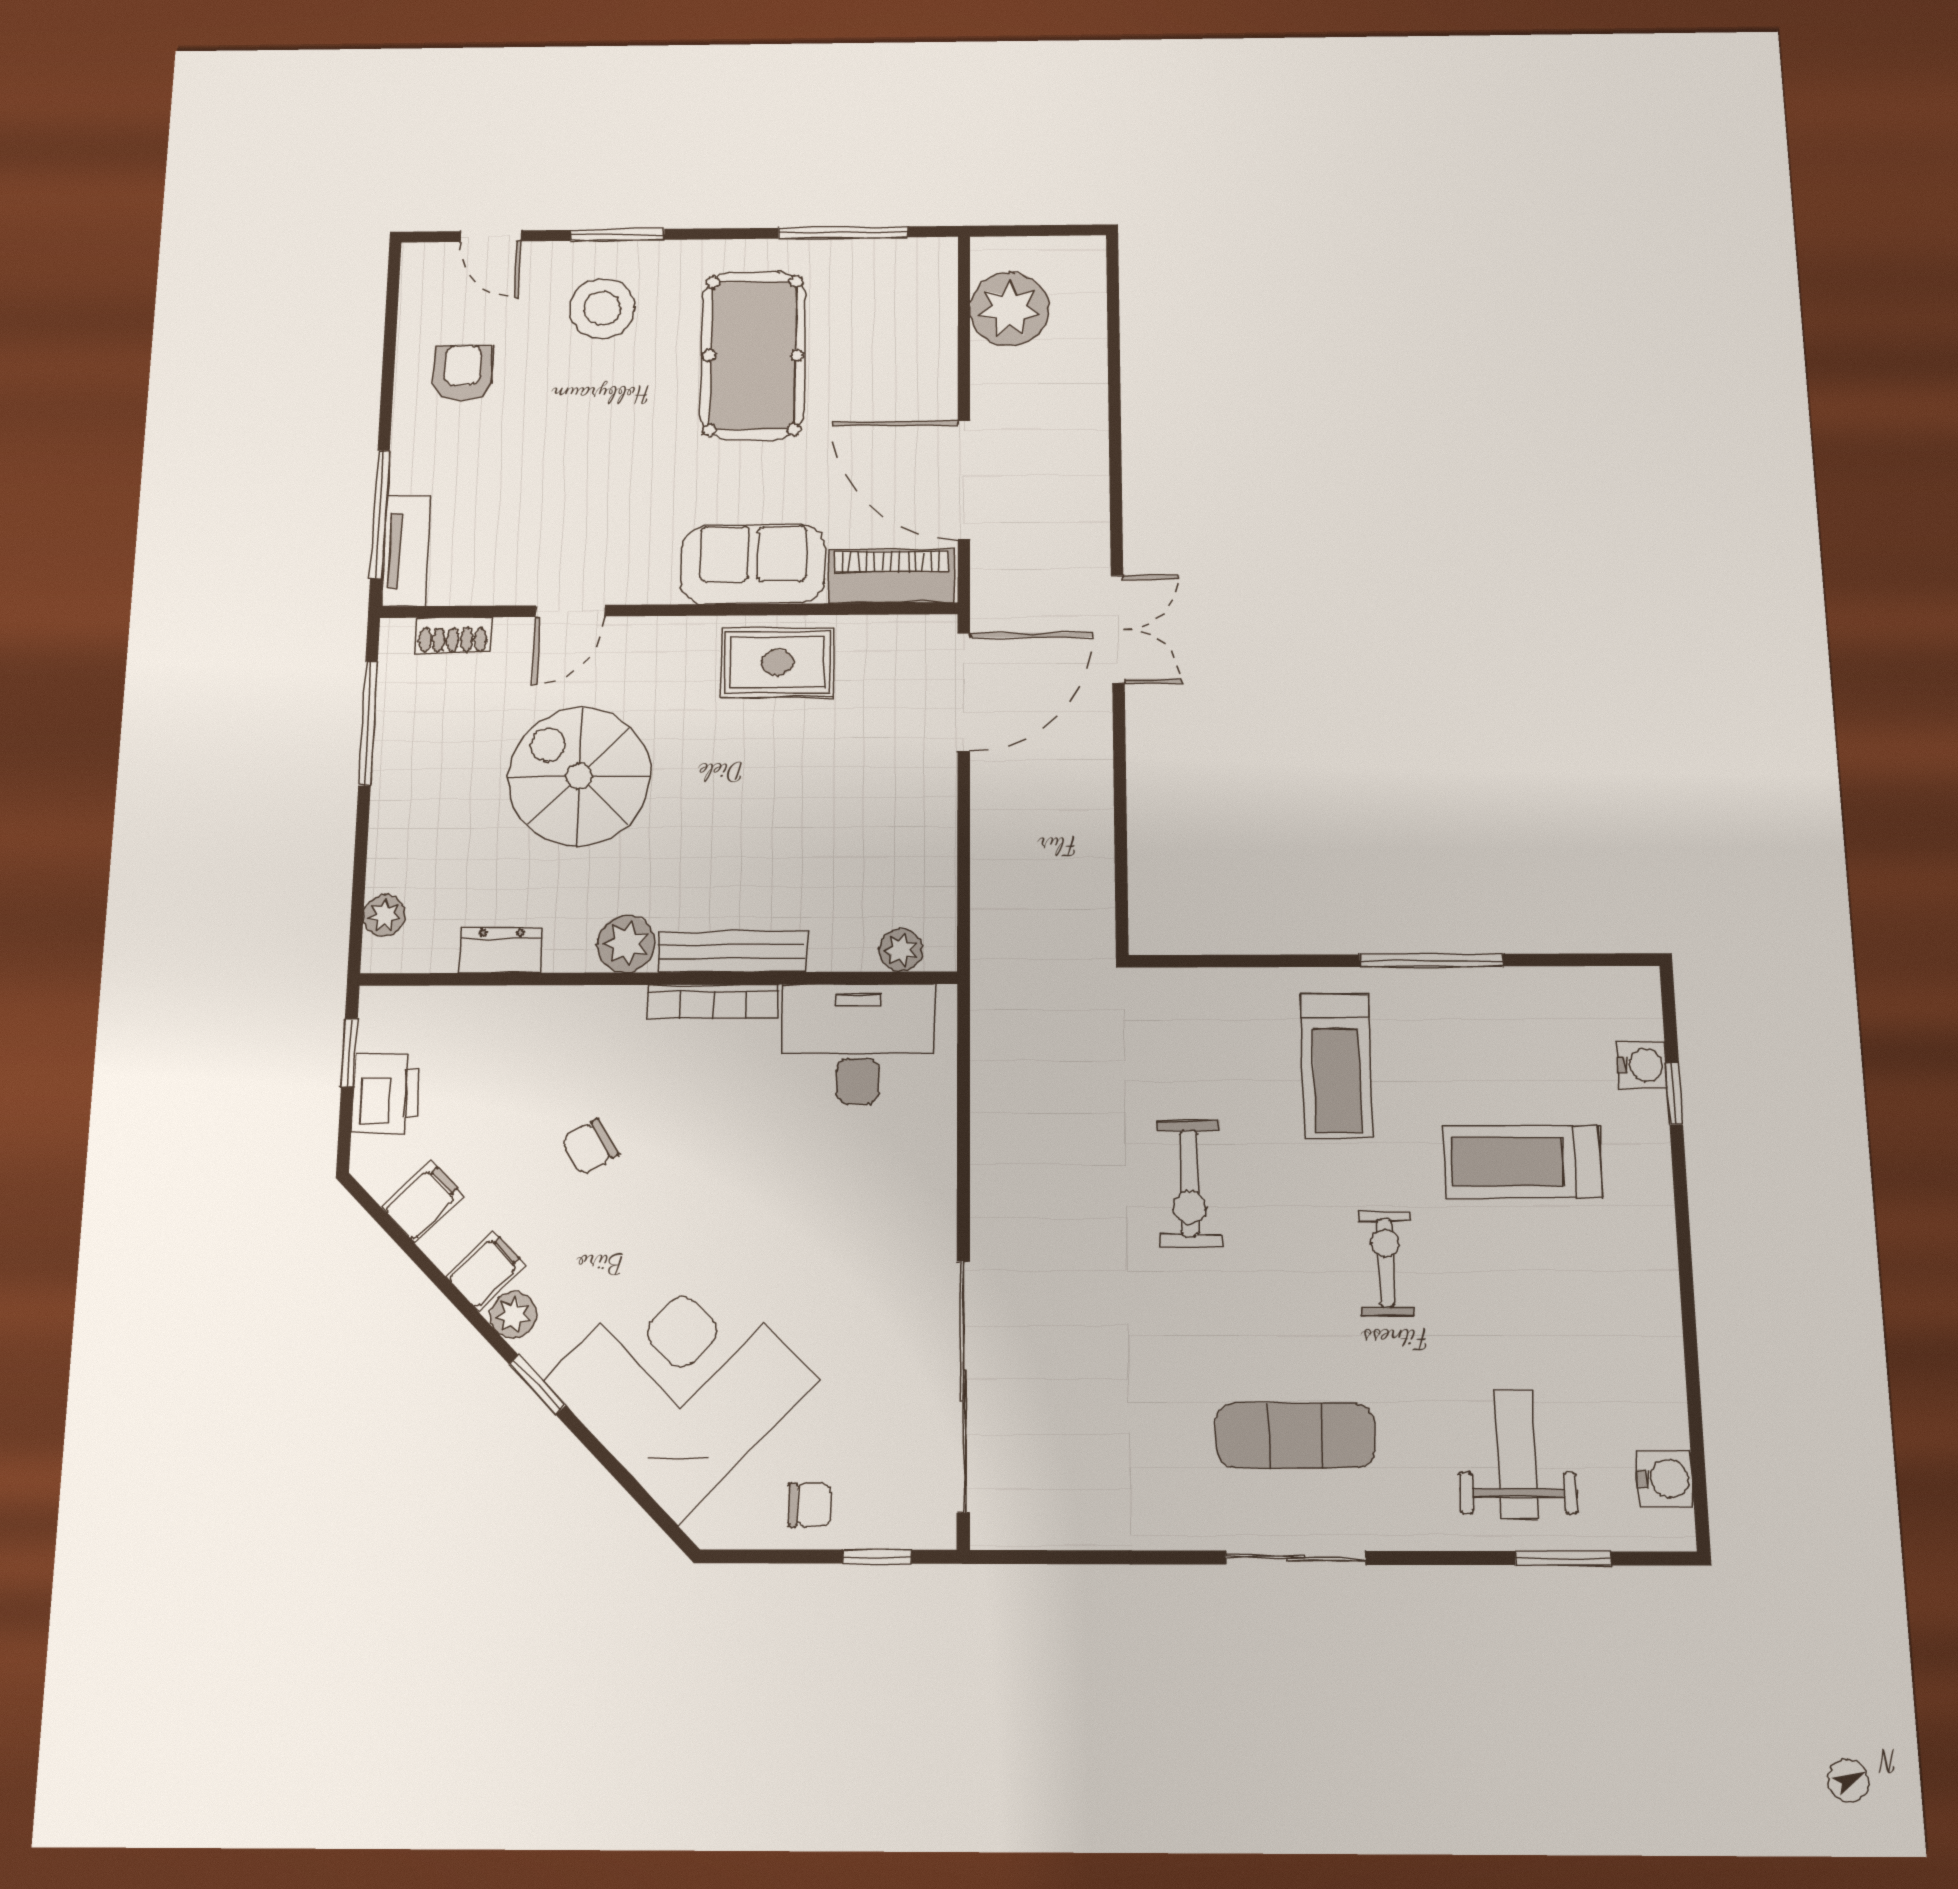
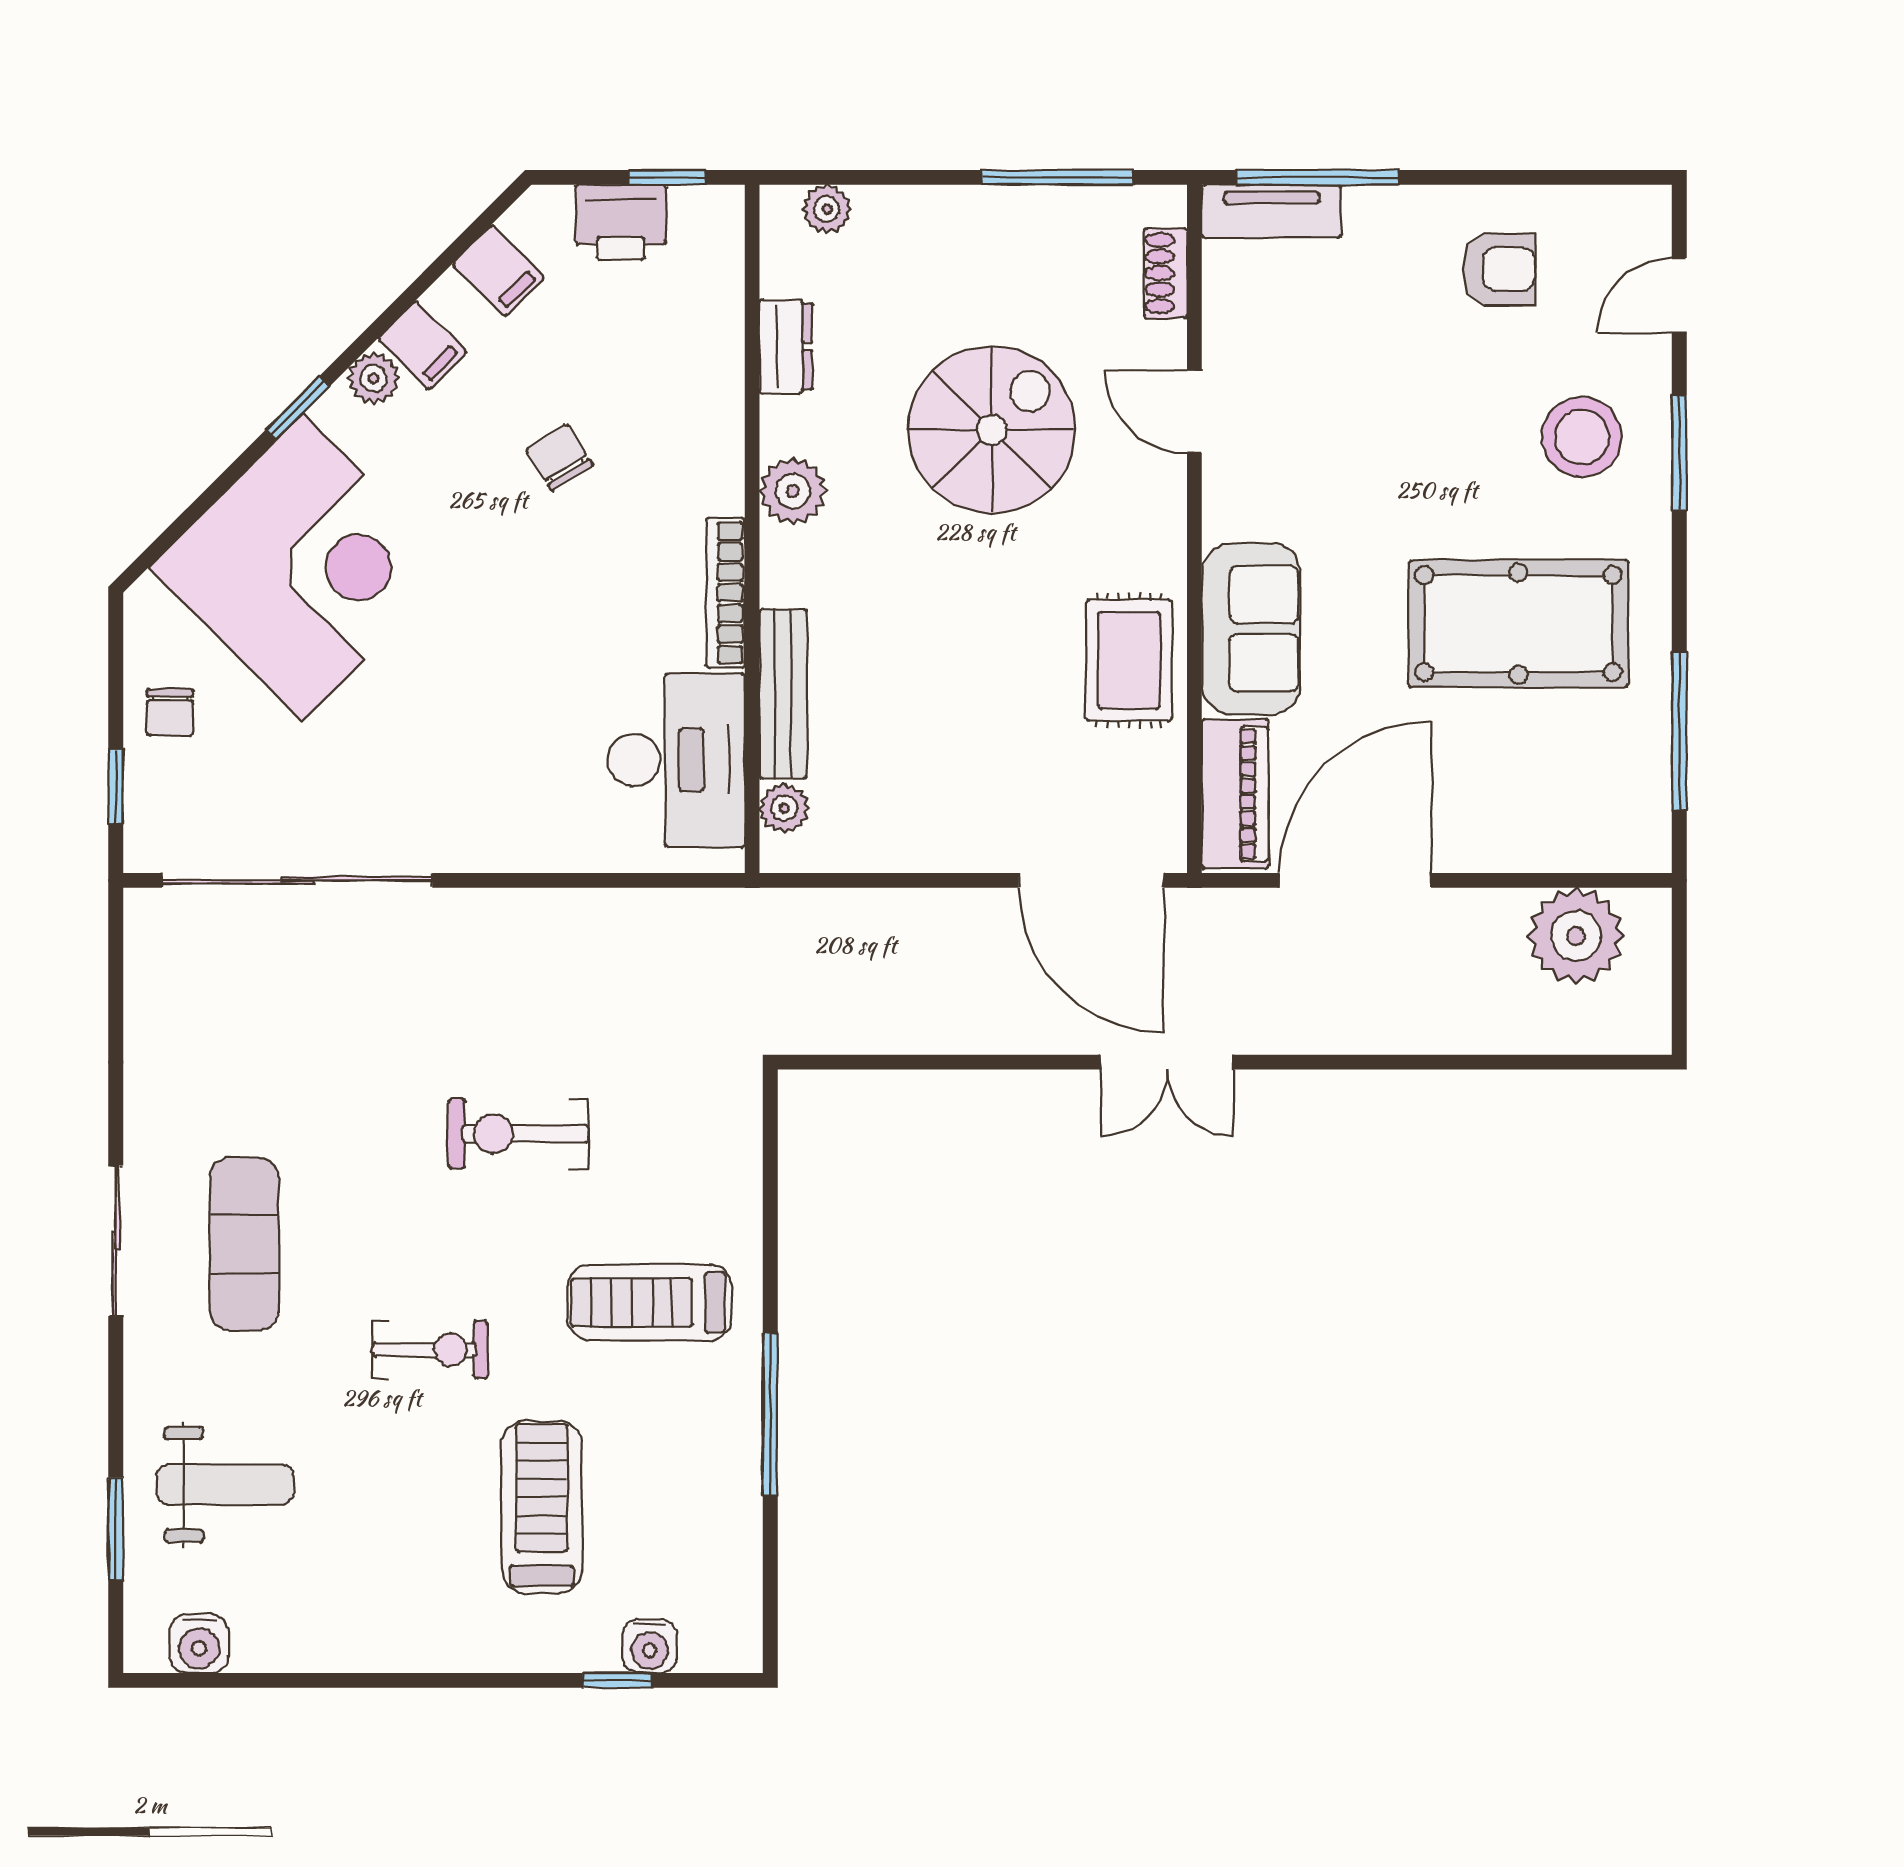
bench: (732, 952) -> (783, 694), moved

